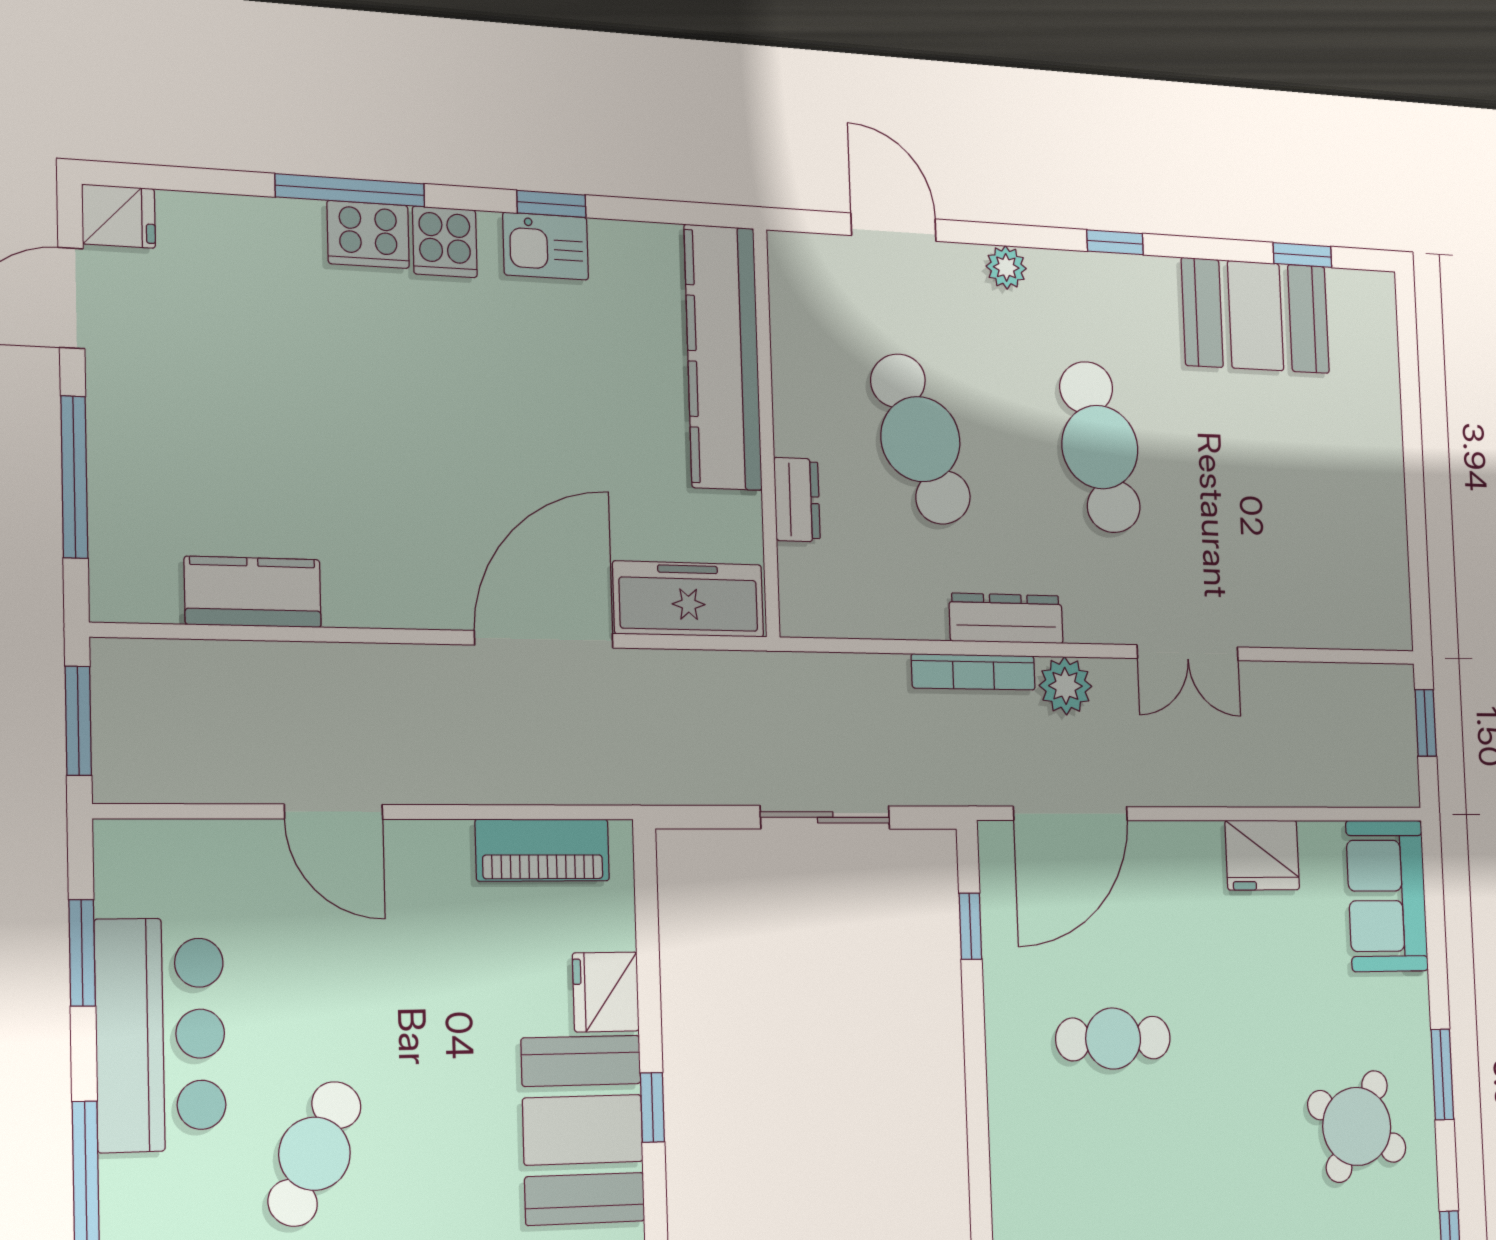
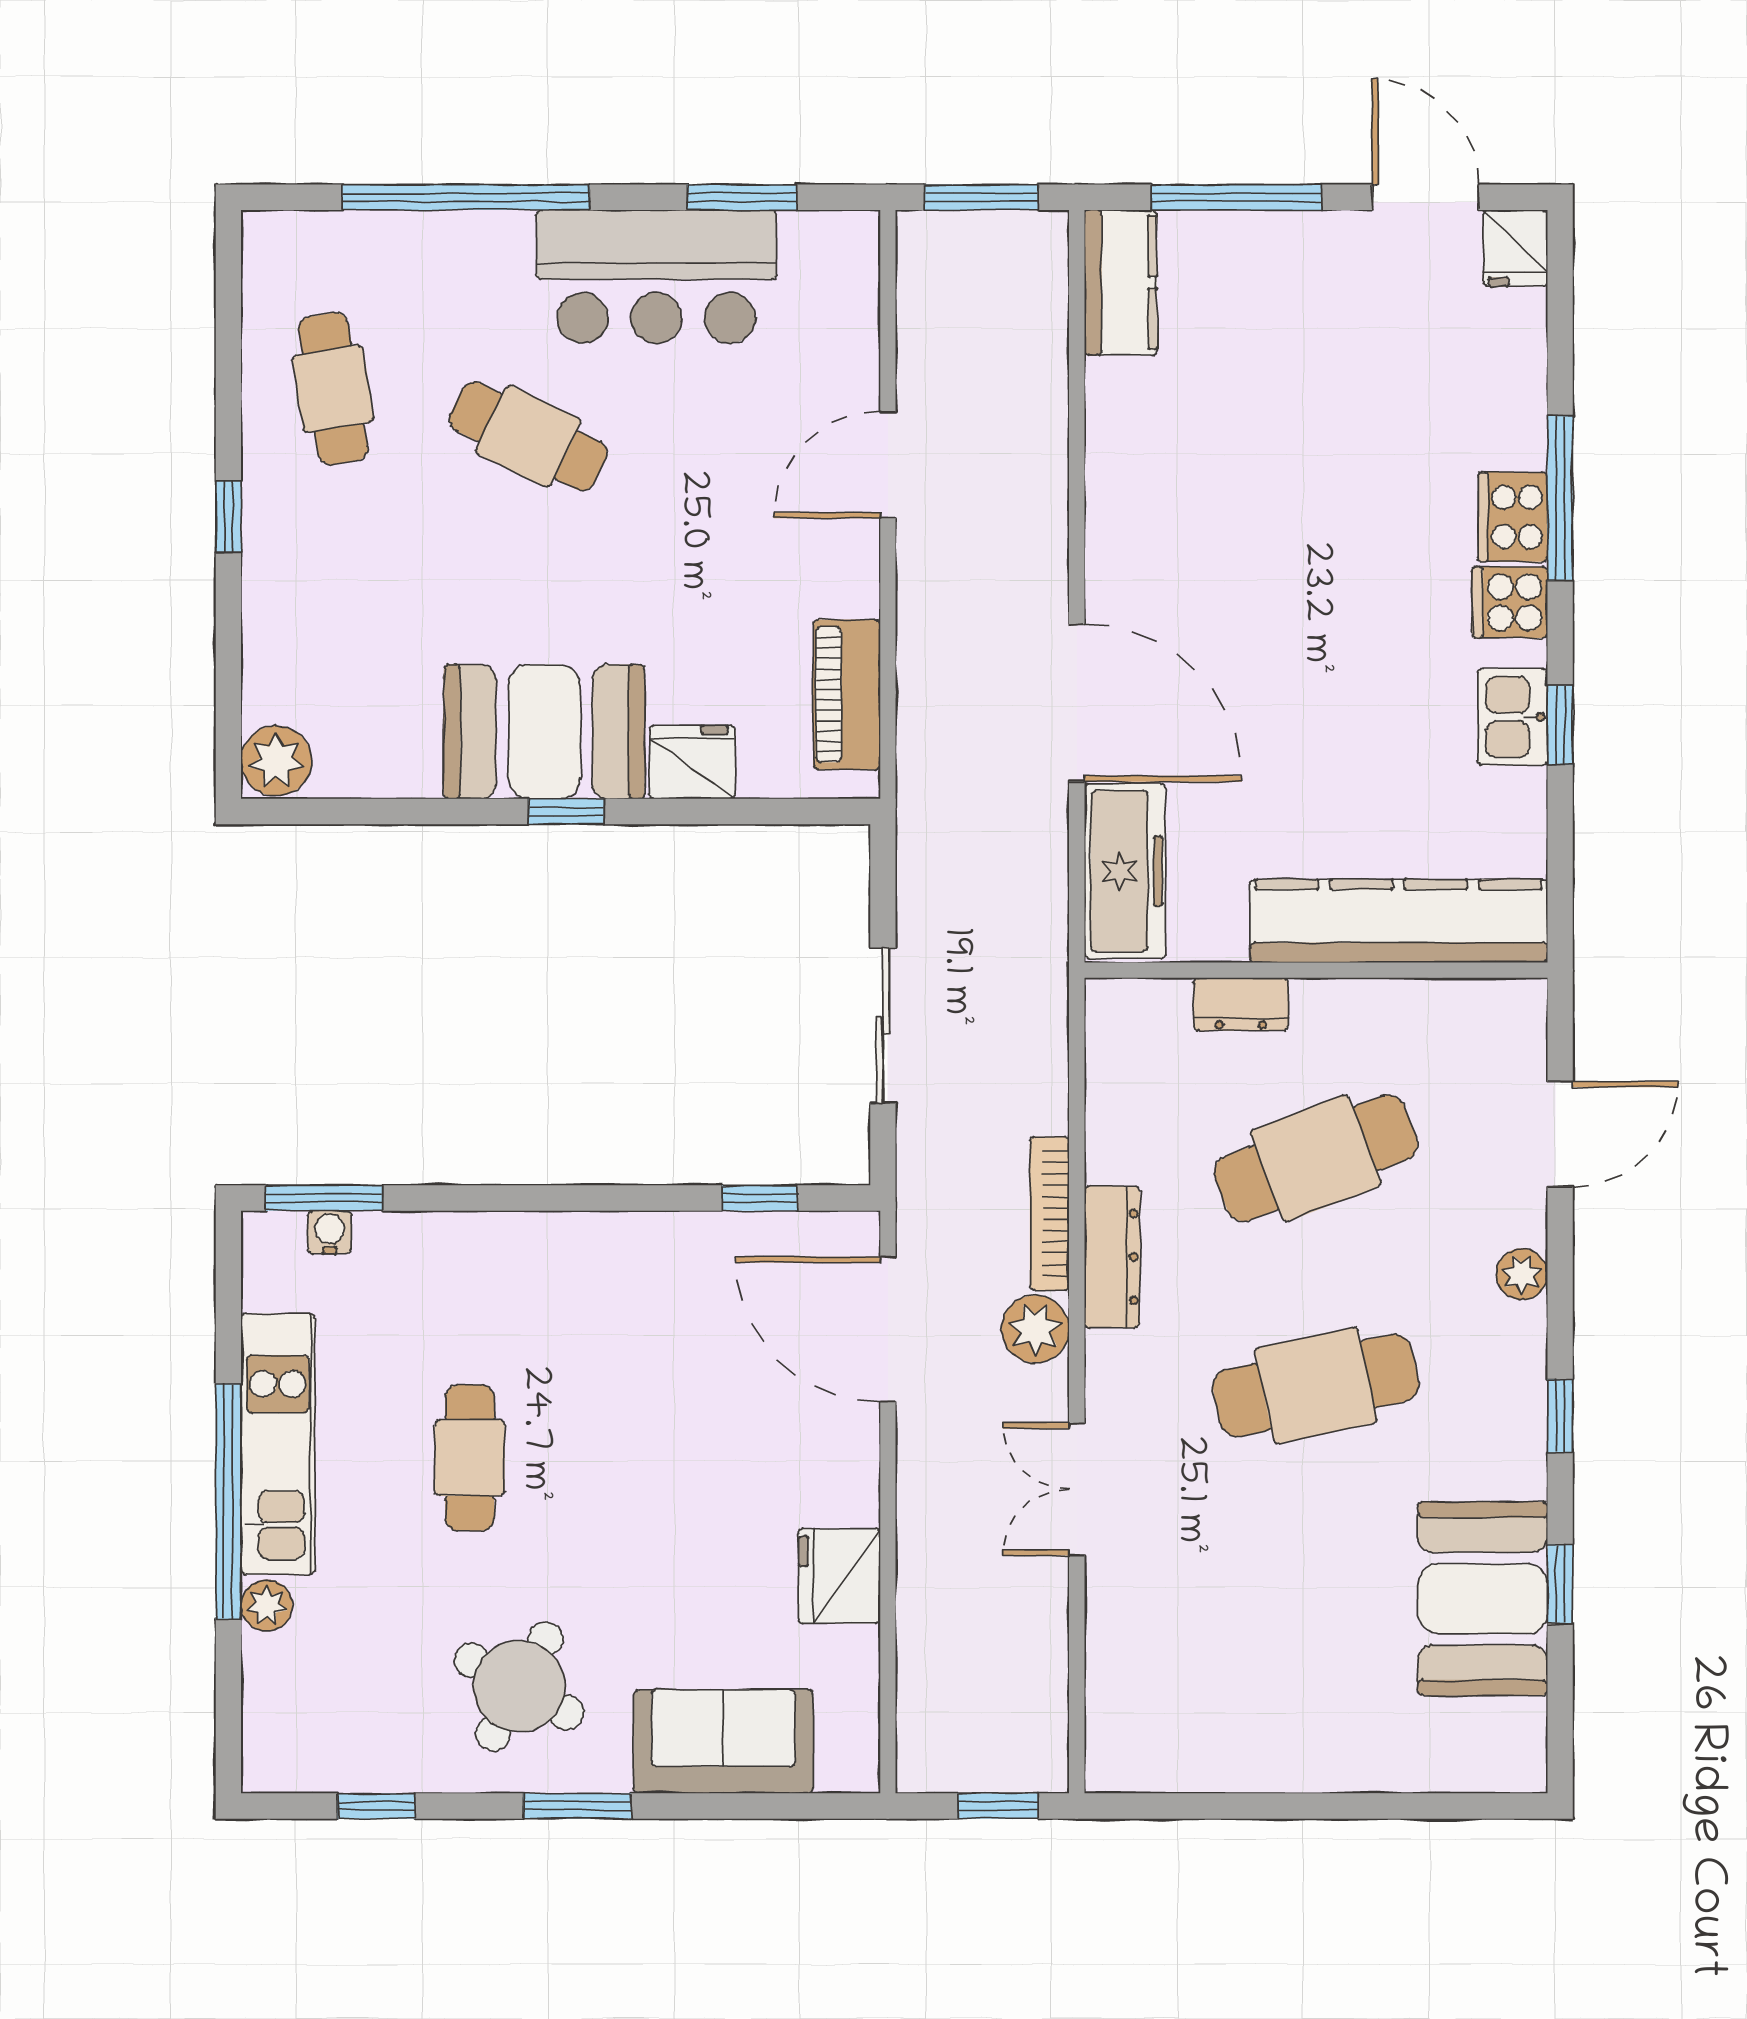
window: (1302, 255) -> (1560, 1584), moved
kitchen counter: (253, 592) -> (1121, 282), moved
sofa: (1387, 896) -> (723, 1742), moved
cafe table: (1113, 1039) -> (470, 1458), moved

